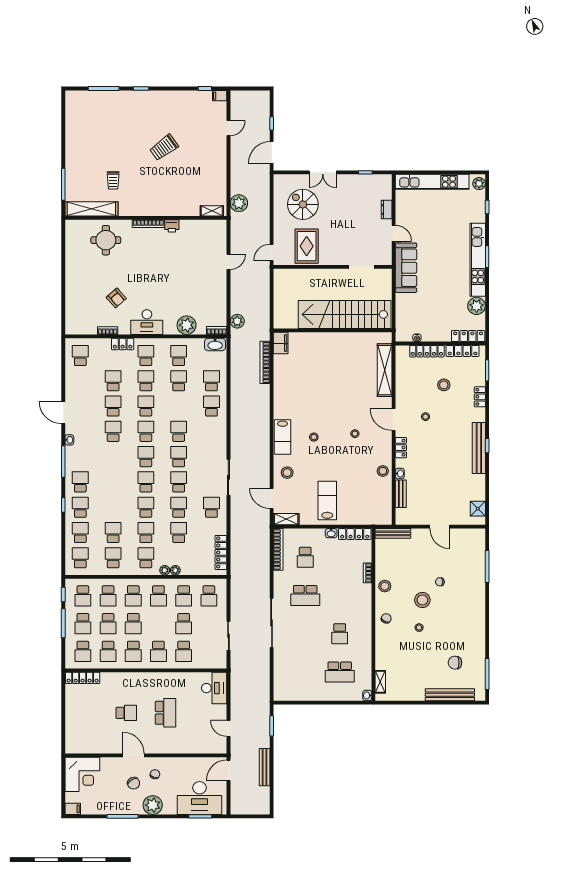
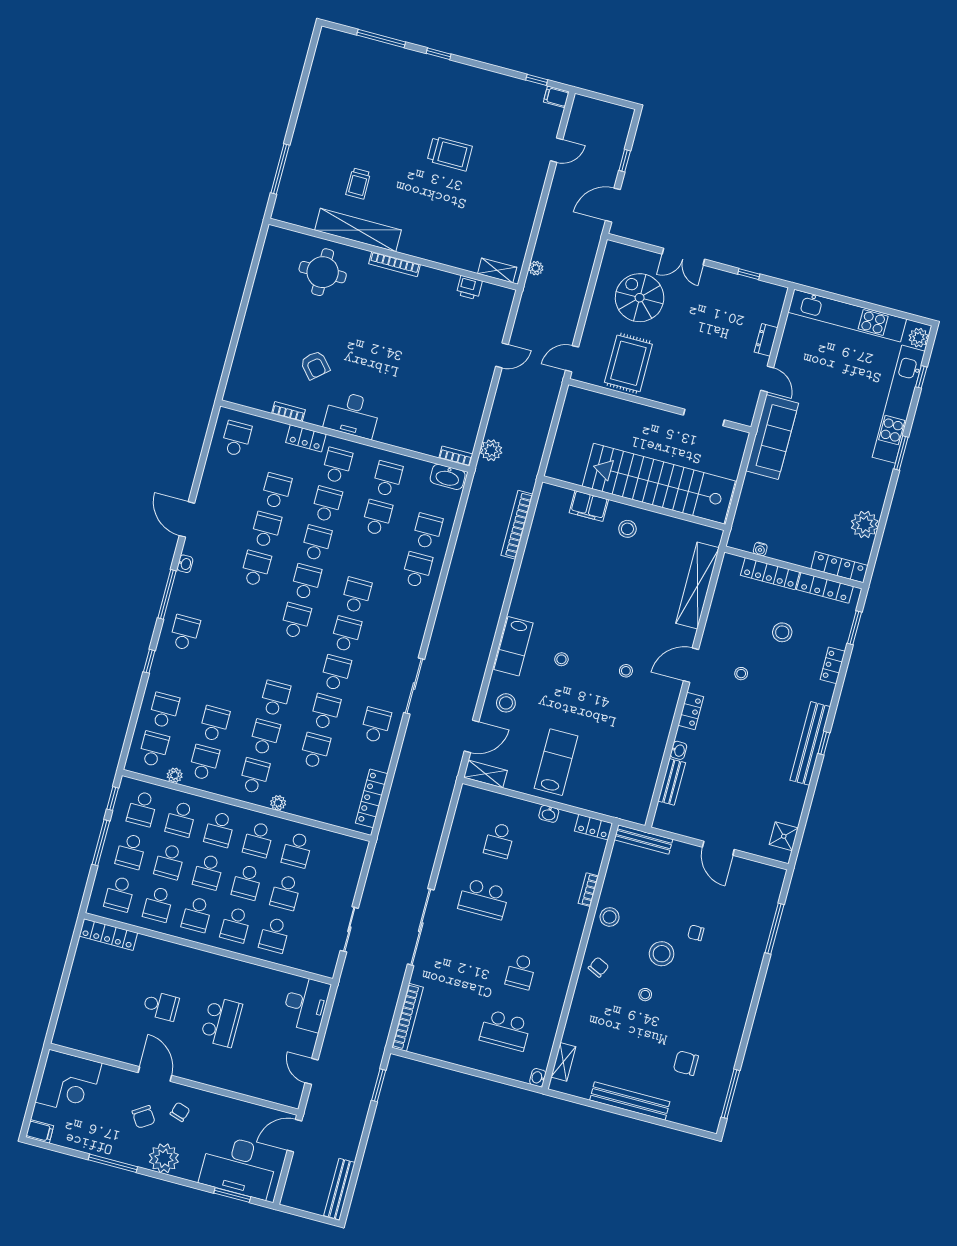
trolley: (164, 147) -> (450, 154), turned -144
plant: (239, 203) -> (536, 268), width x0.53, depth x0.53
shelving: (91, 209) -> (358, 230), moved
printer: (172, 226) -> (469, 288), moved
kitchen unit: (478, 260) -> (899, 404), moved
plant: (187, 325) -> (412, 436), removed
filing cabinet: (281, 343) -> (589, 506), moved, turned 90
door: (394, 420) -> (691, 665), hinge flipped
stool: (383, 471) -> (627, 529), moved
school desk: (146, 482) -> (285, 660), removed
door: (272, 499) -> (471, 736), swing flipped
school desk: (80, 507) -> (174, 672), removed
locker: (355, 534) -> (594, 827), width x0.66
bookcase: (278, 549) -> (408, 1017), moved
plant: (175, 570) -> (175, 775), moved
school desk: (209, 596) -> (247, 882), moved
bench: (450, 695) -> (630, 1101), moved
bench: (265, 767) -> (339, 1189), moved

